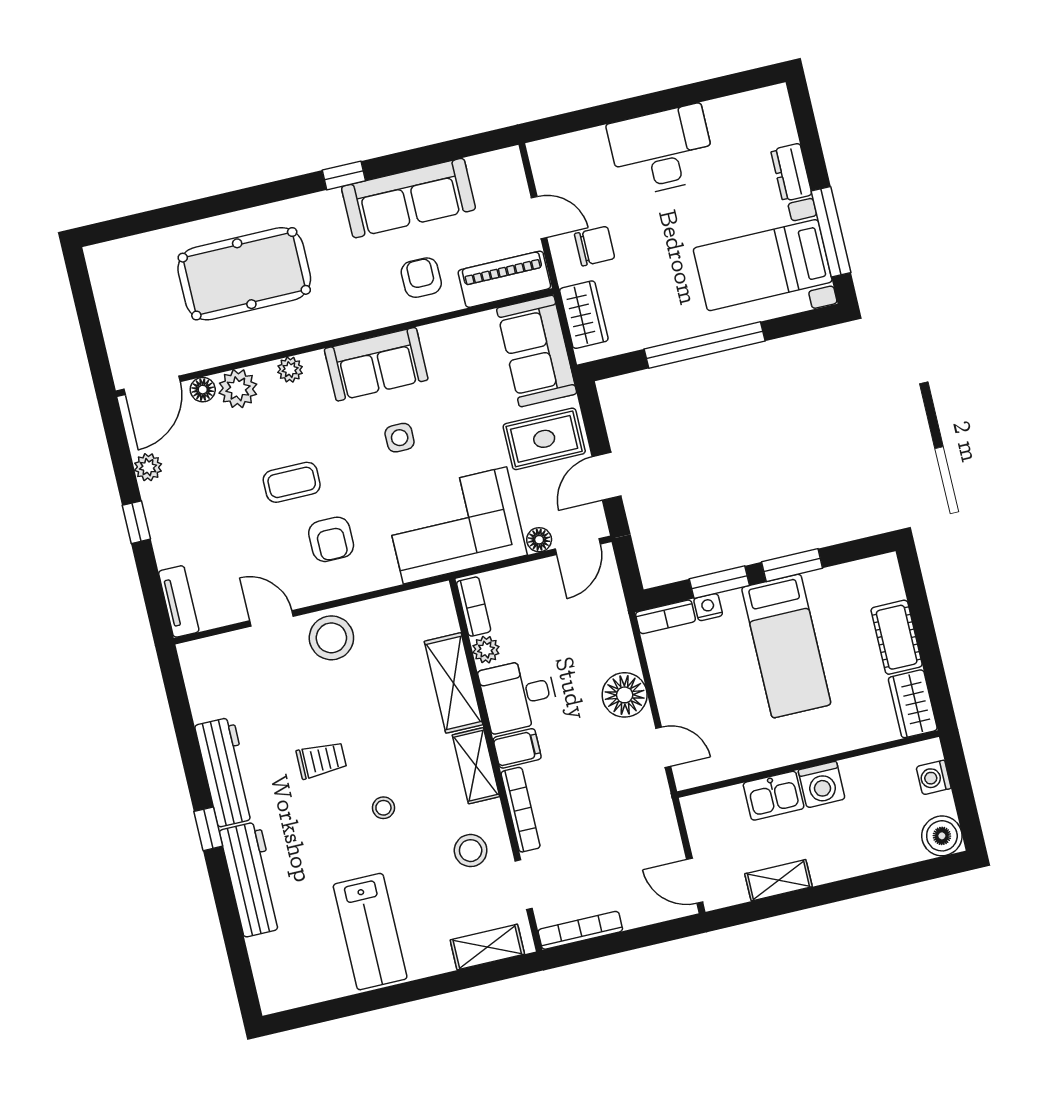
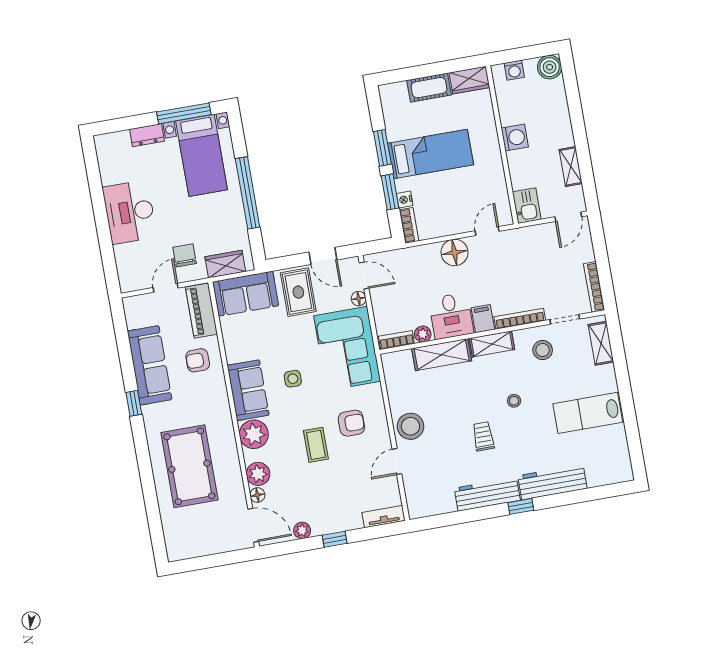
plant: (290, 370) -> (254, 434), width x1.87, depth x1.87
kitchen sink: (774, 796) -> (527, 206), moved
lab bench: (370, 932) -> (588, 413), turned 180

